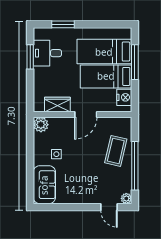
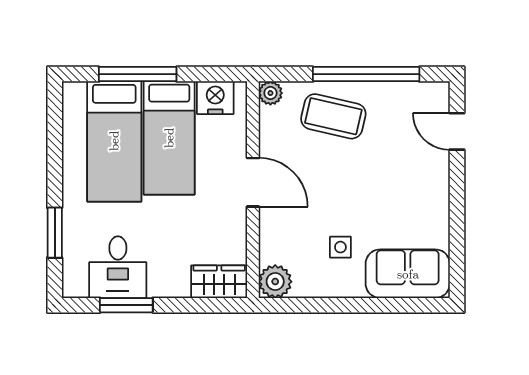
wardrobe: (57, 104) -> (219, 282), moved, turned 90
plant: (126, 198) -> (270, 93), moved
door: (109, 207) -> (457, 131), swing flipped

